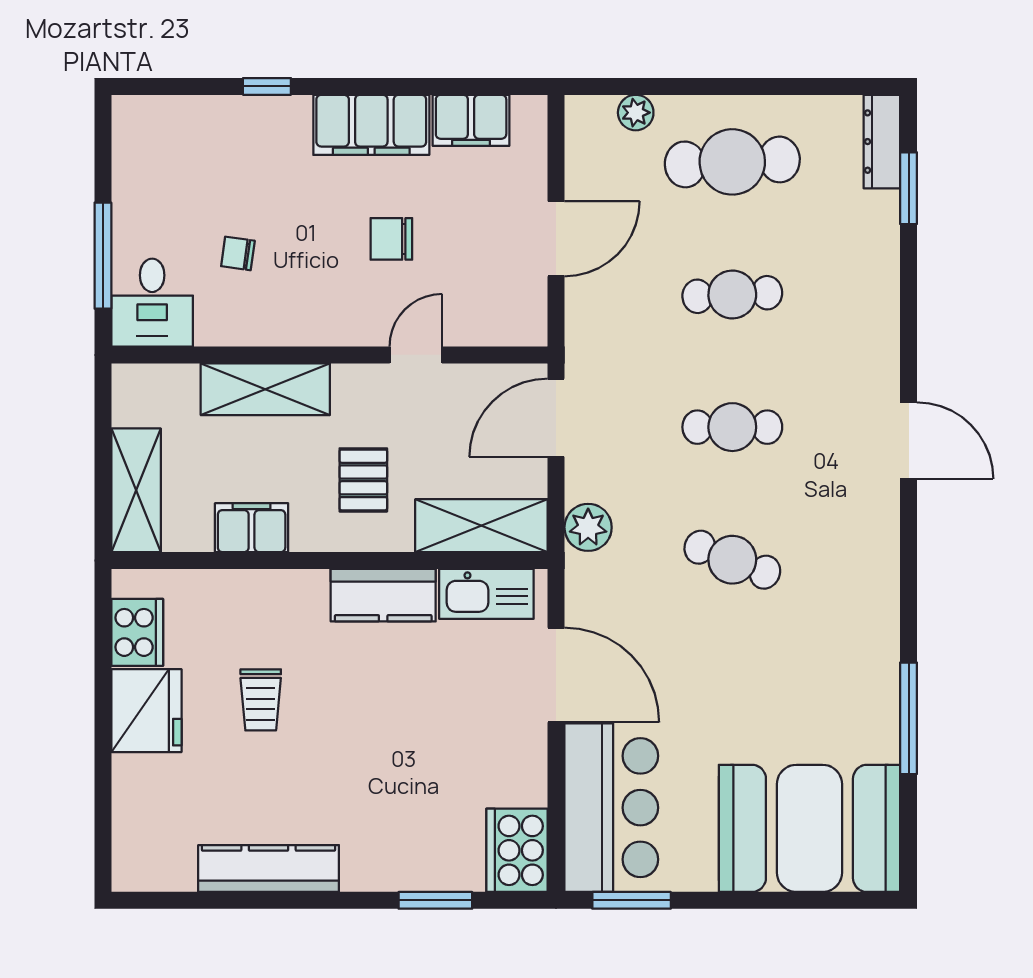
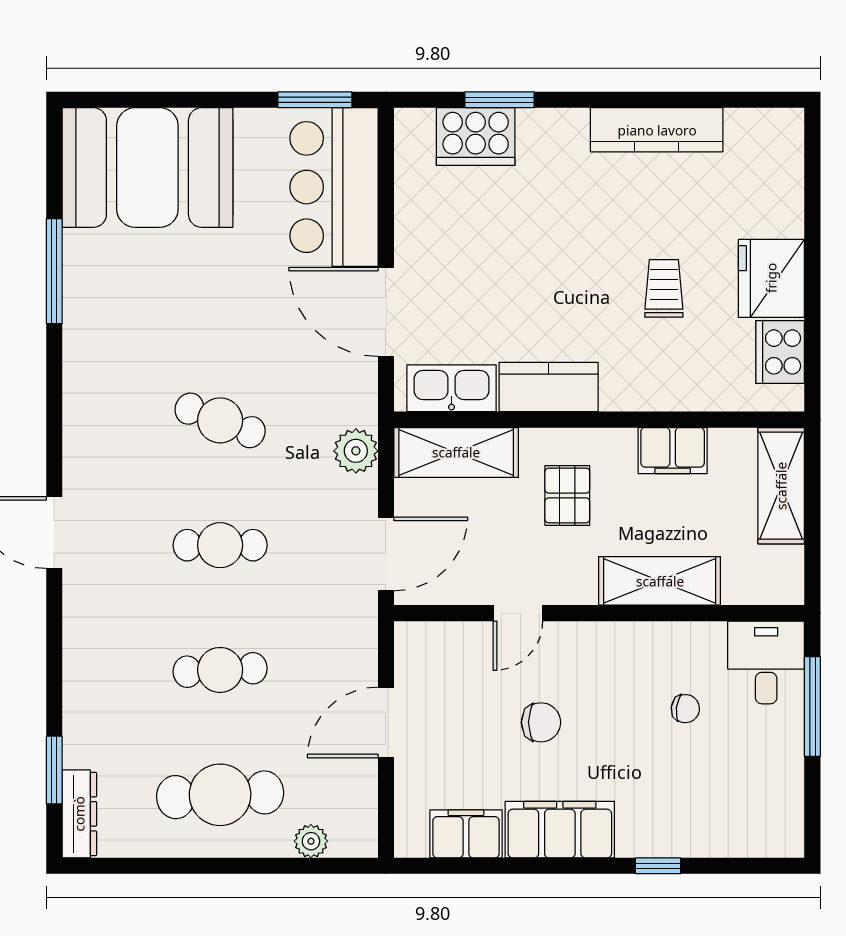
cooker: (517, 850) -> (476, 137), moved, turned 90

